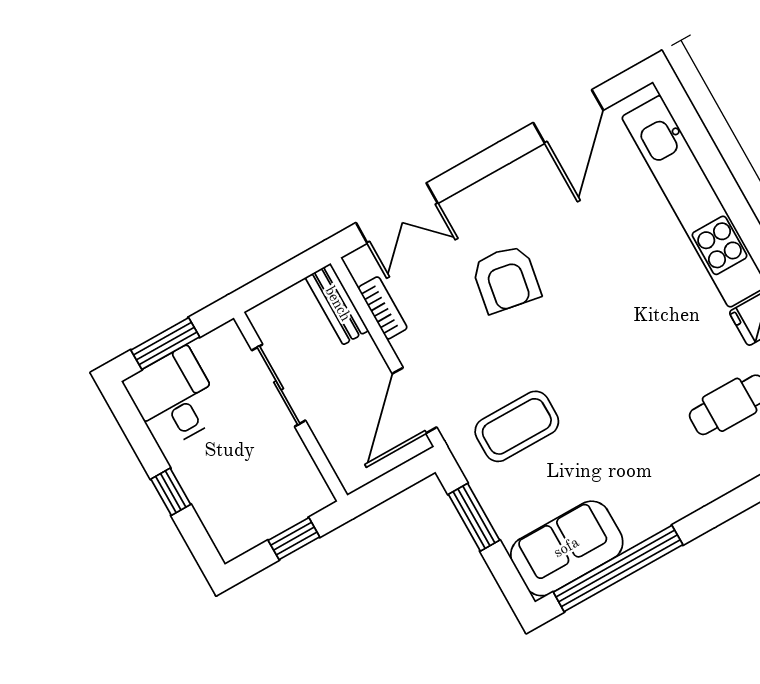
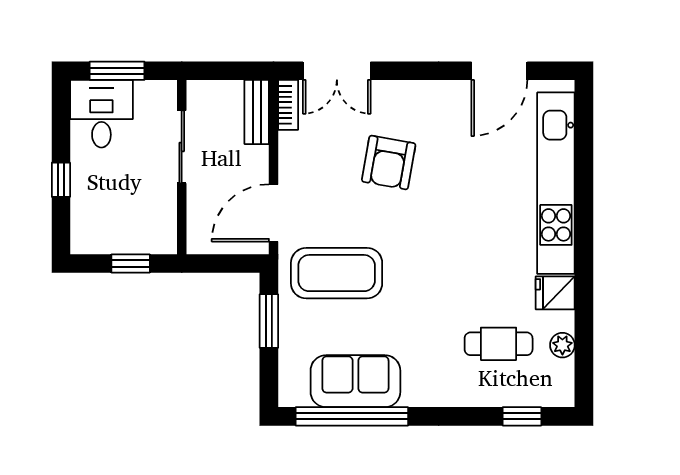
bookcase: (383, 308) -> (288, 105), moved
coffee table: (517, 426) -> (337, 273), width x1.36, depth x1.32
sofa: (567, 548) -> (355, 381), moved

